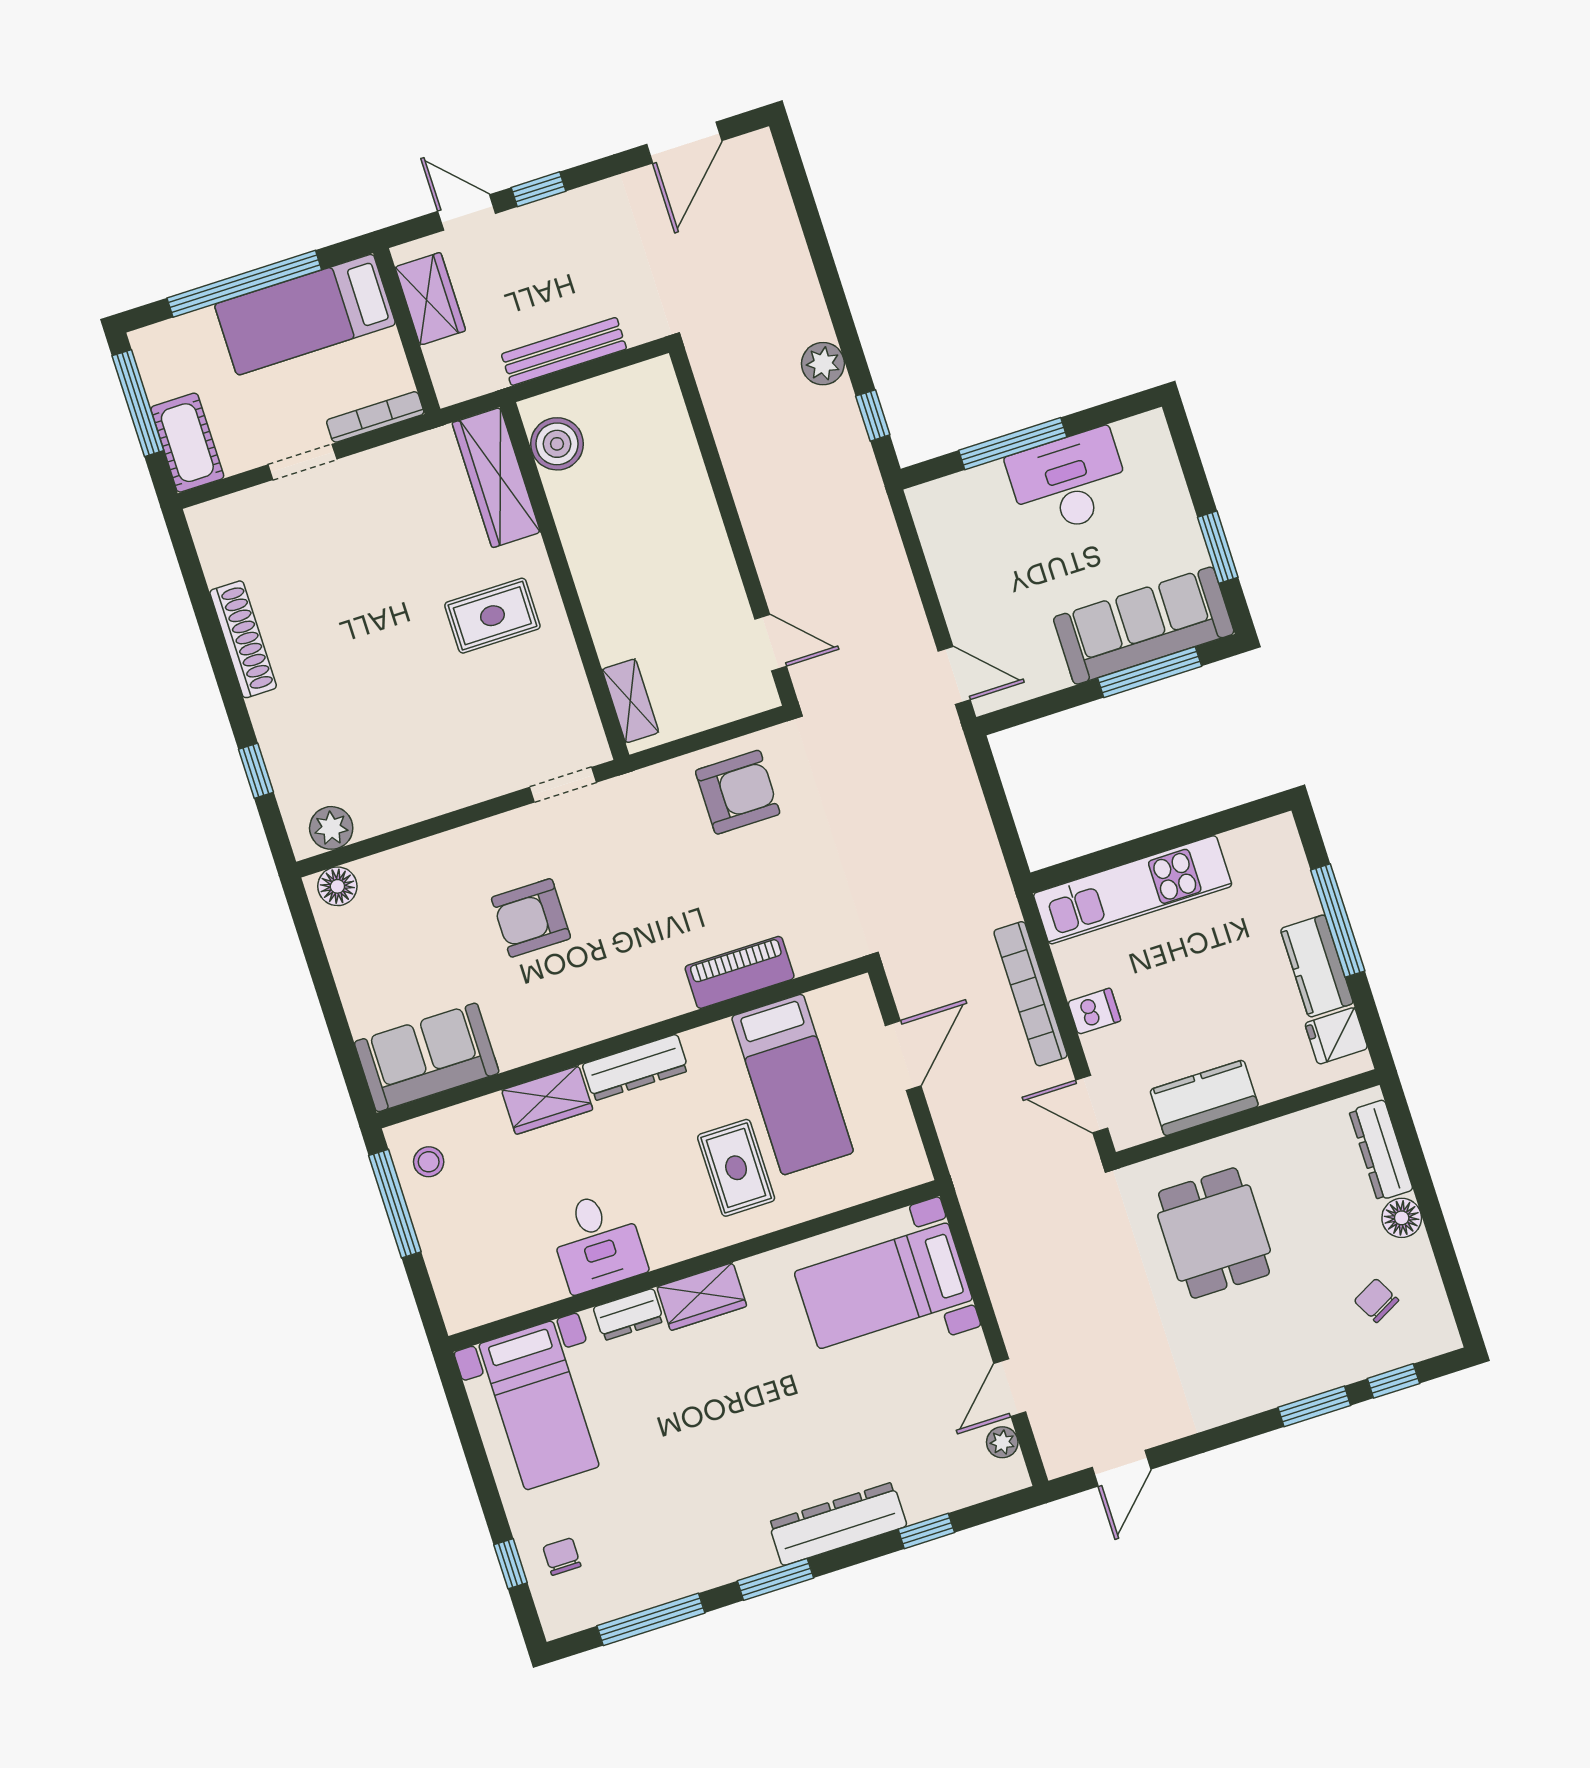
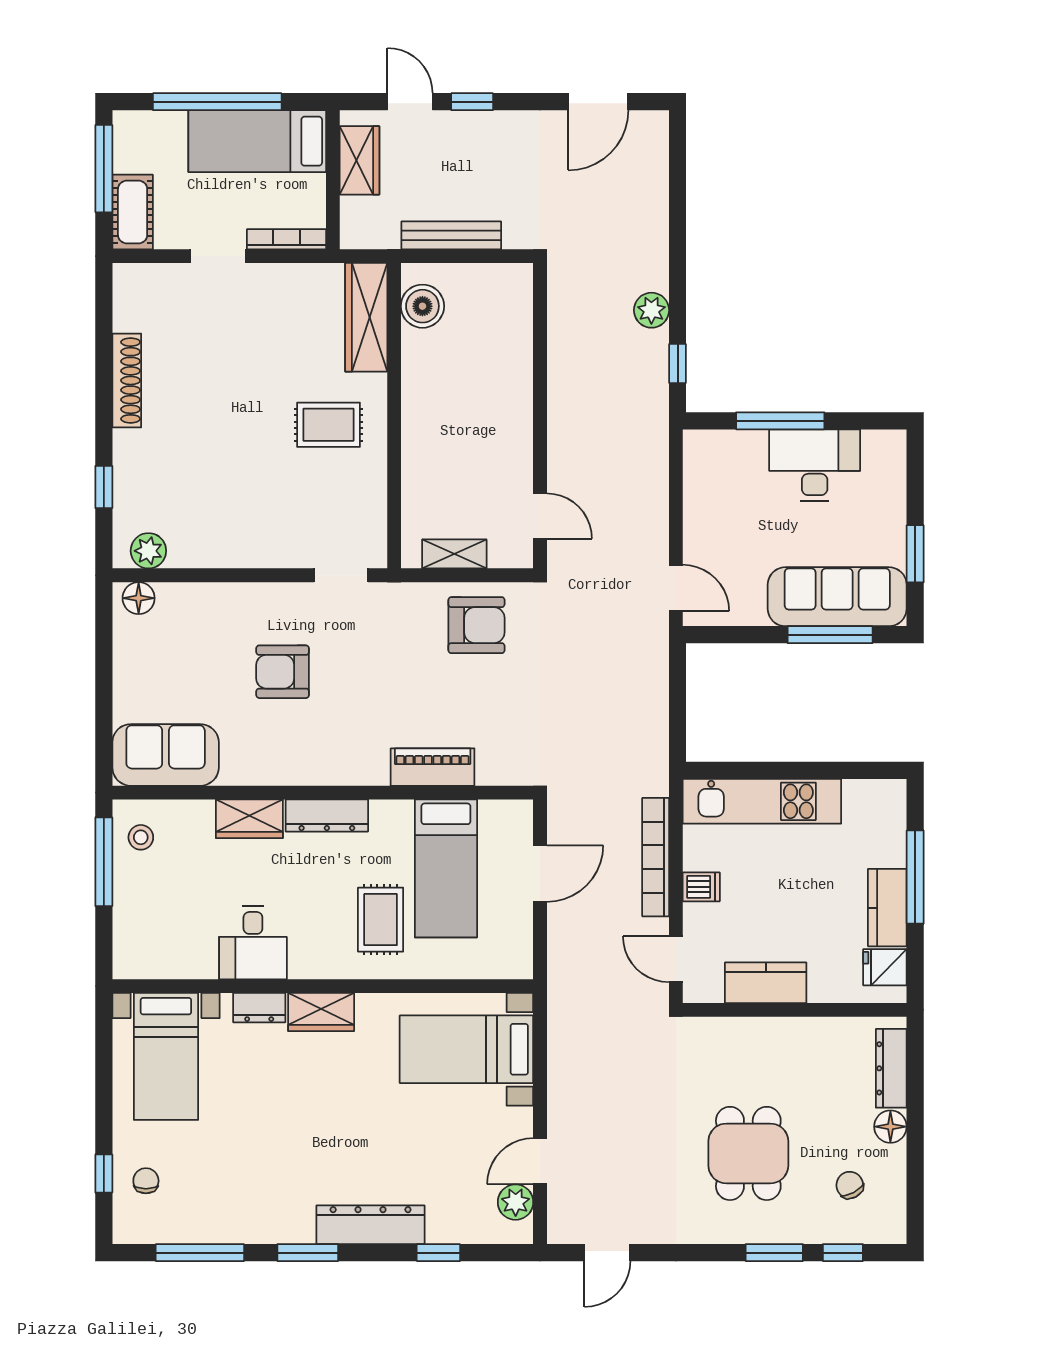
shelving: (630, 701) -> (454, 554), moved, turned 90
dining table: (1214, 1233) -> (748, 1153), moved
plant: (1002, 1442) -> (516, 1202), width x1.38, depth x1.38

